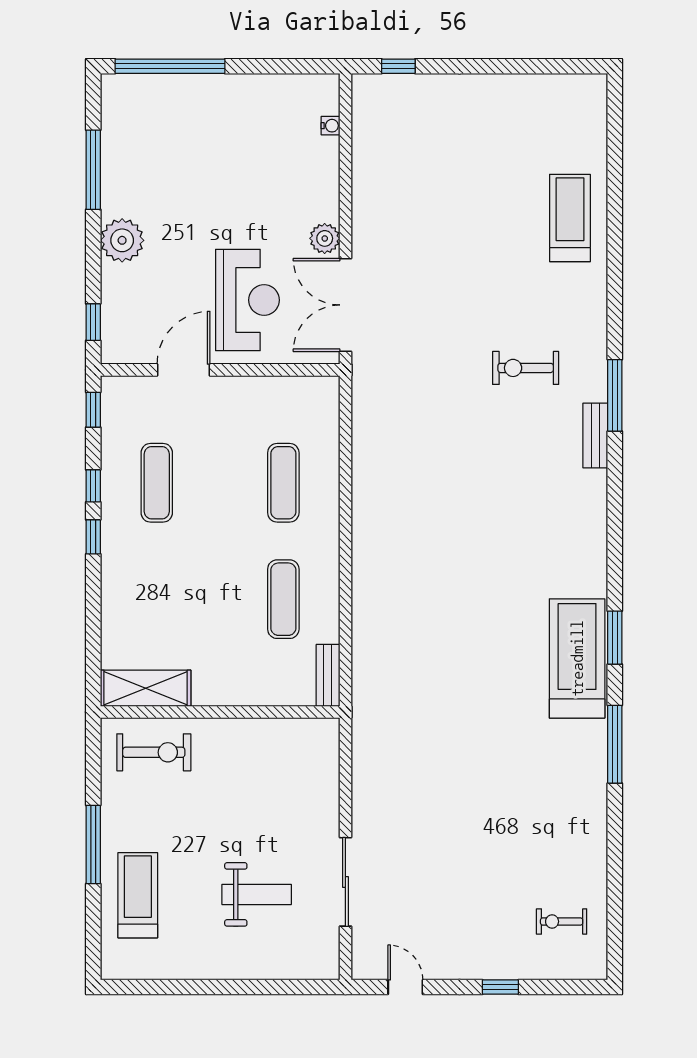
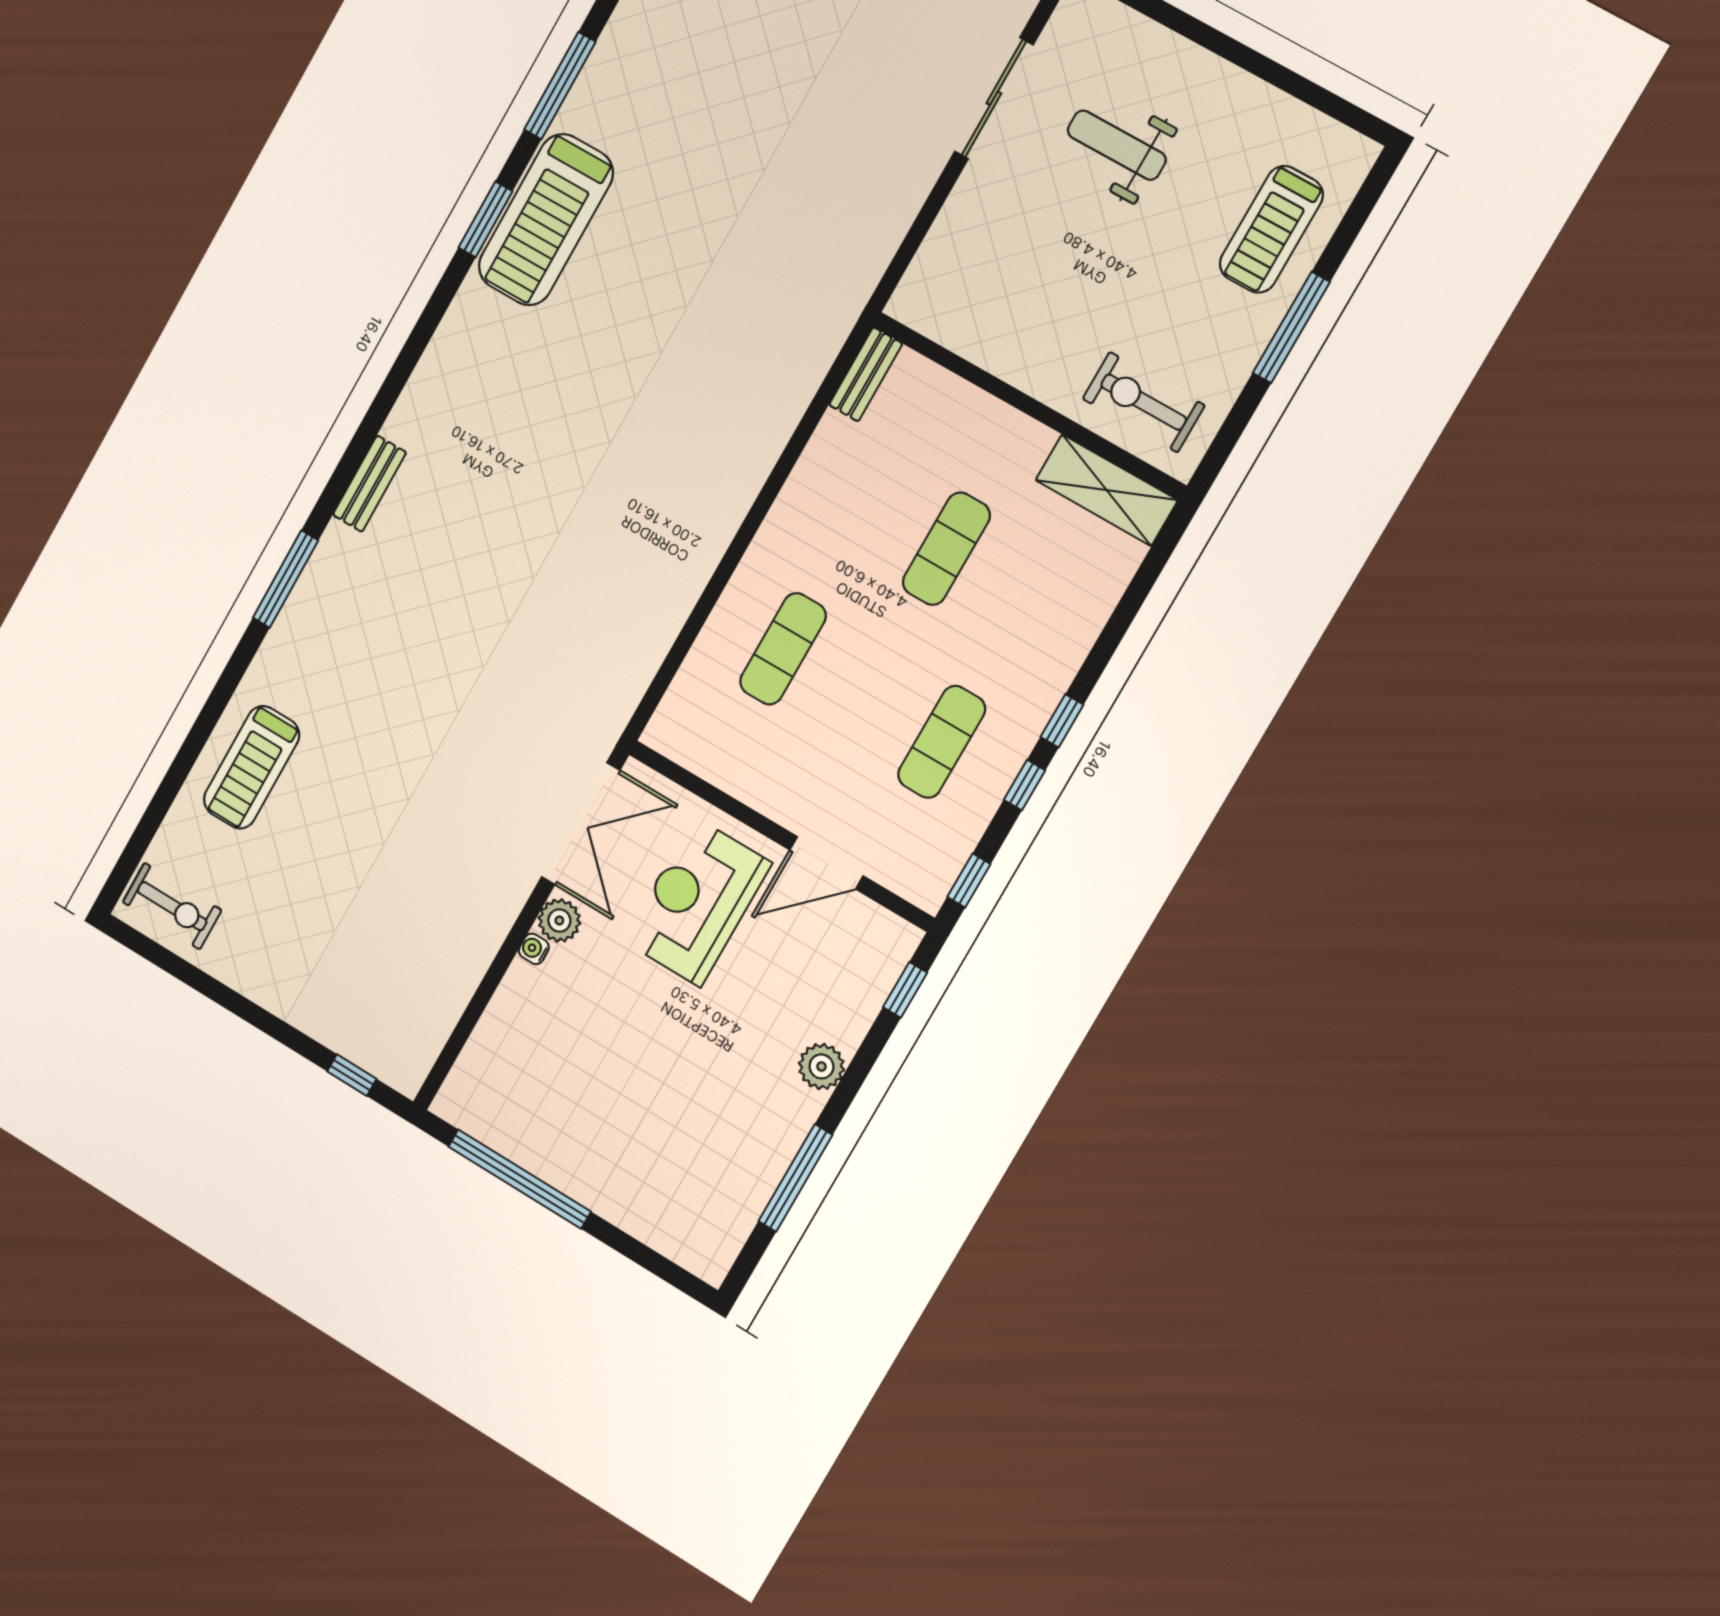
window: (170, 66) -> (519, 1179), moved
water cooler: (330, 126) -> (534, 949), moved
plant: (122, 240) -> (821, 1066), width x0.73, depth x0.73
exercise bike: (526, 368) -> (172, 906), moved
window: (615, 395) -> (286, 579), moved
exercise mat: (283, 599) -> (946, 549), moved

